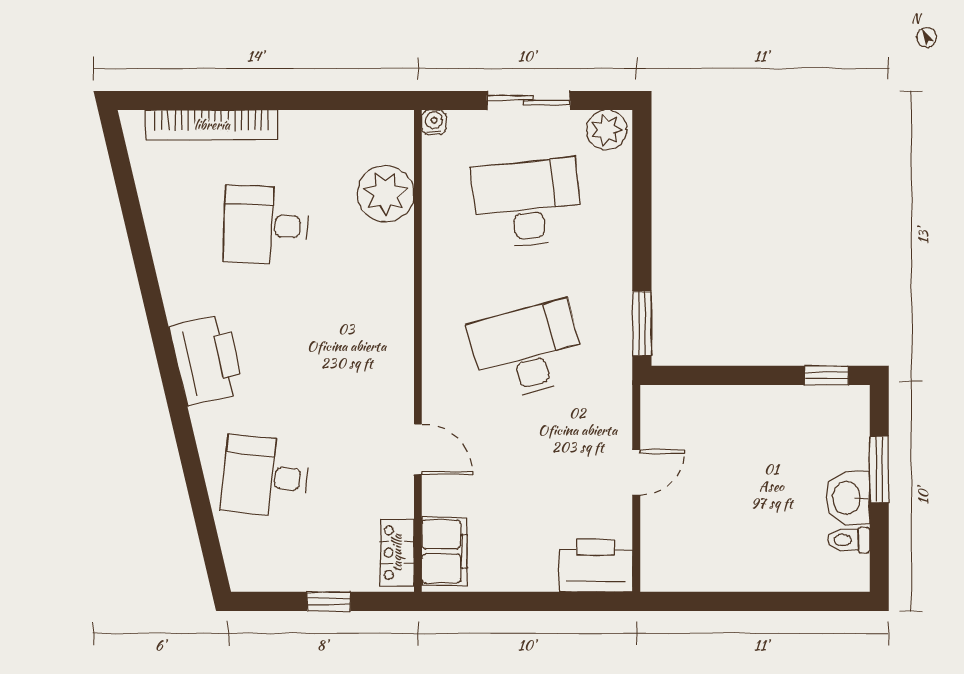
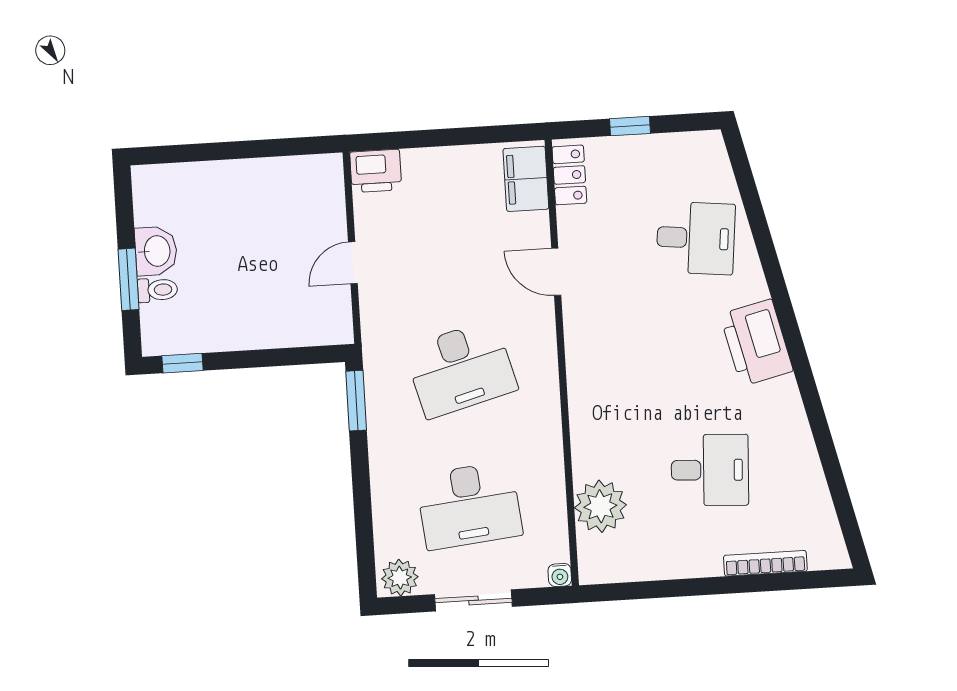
bookcase: (212, 125) -> (765, 563), width x0.68, depth x0.76
toilet: (849, 540) -> (158, 290), moved
printer: (596, 566) -> (376, 171), width x0.73, depth x0.84

